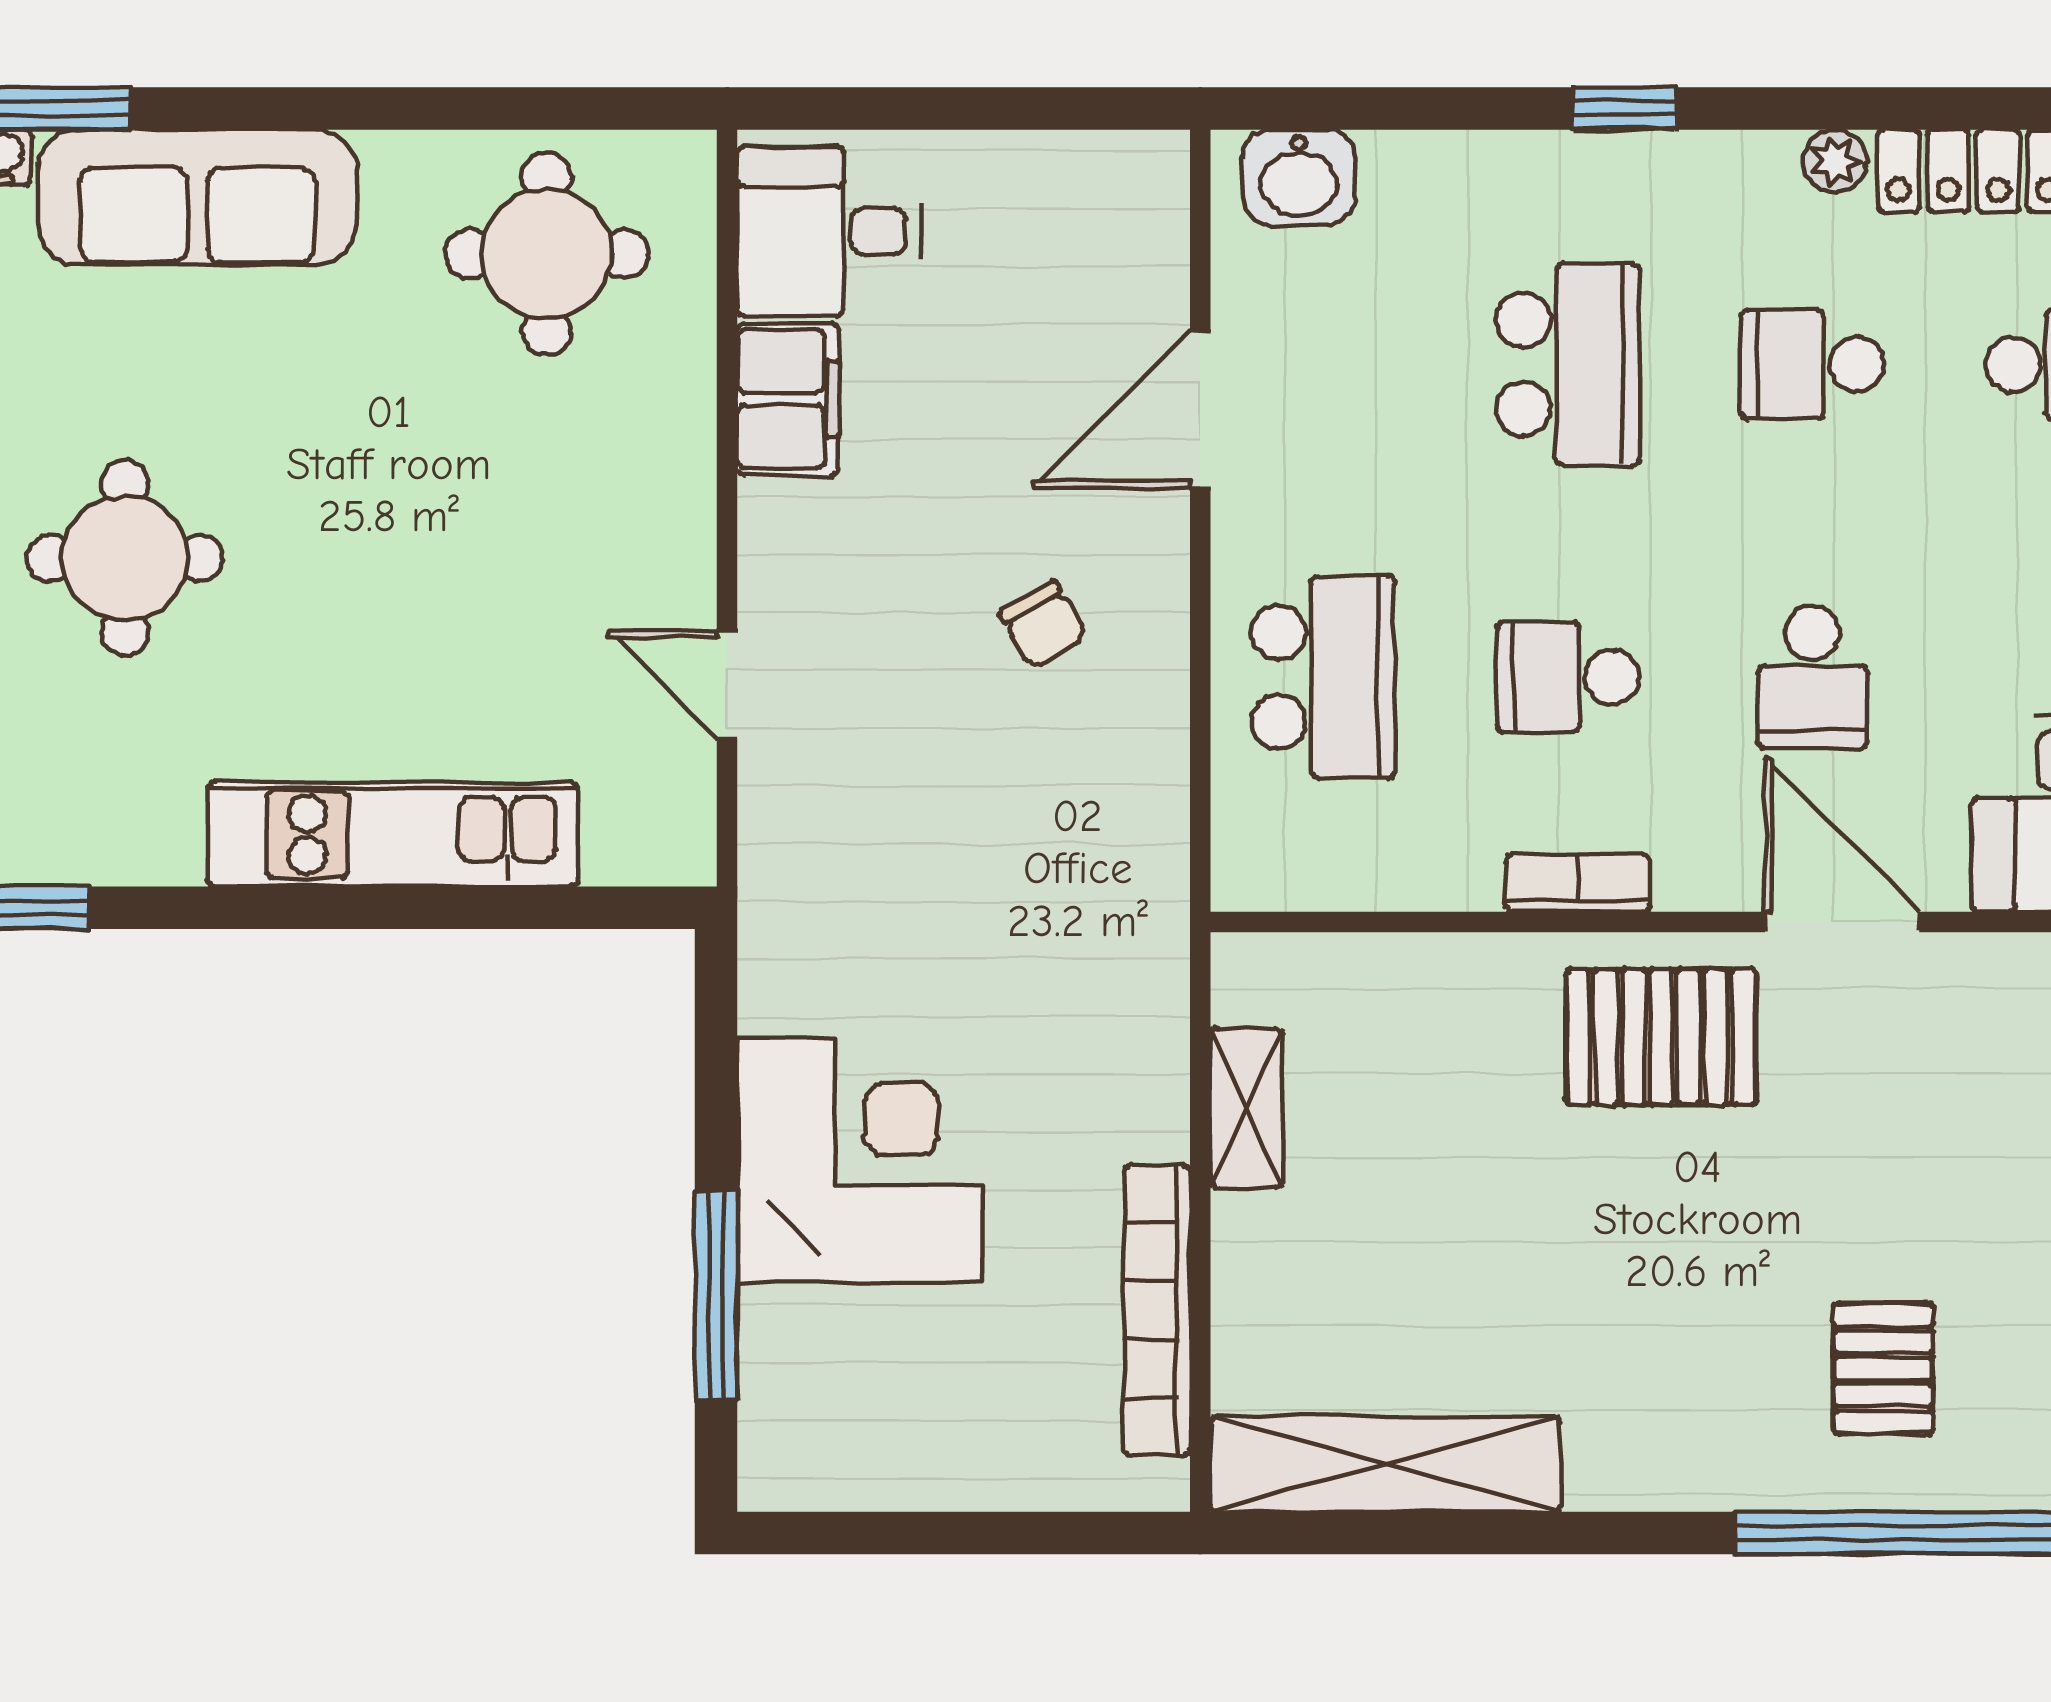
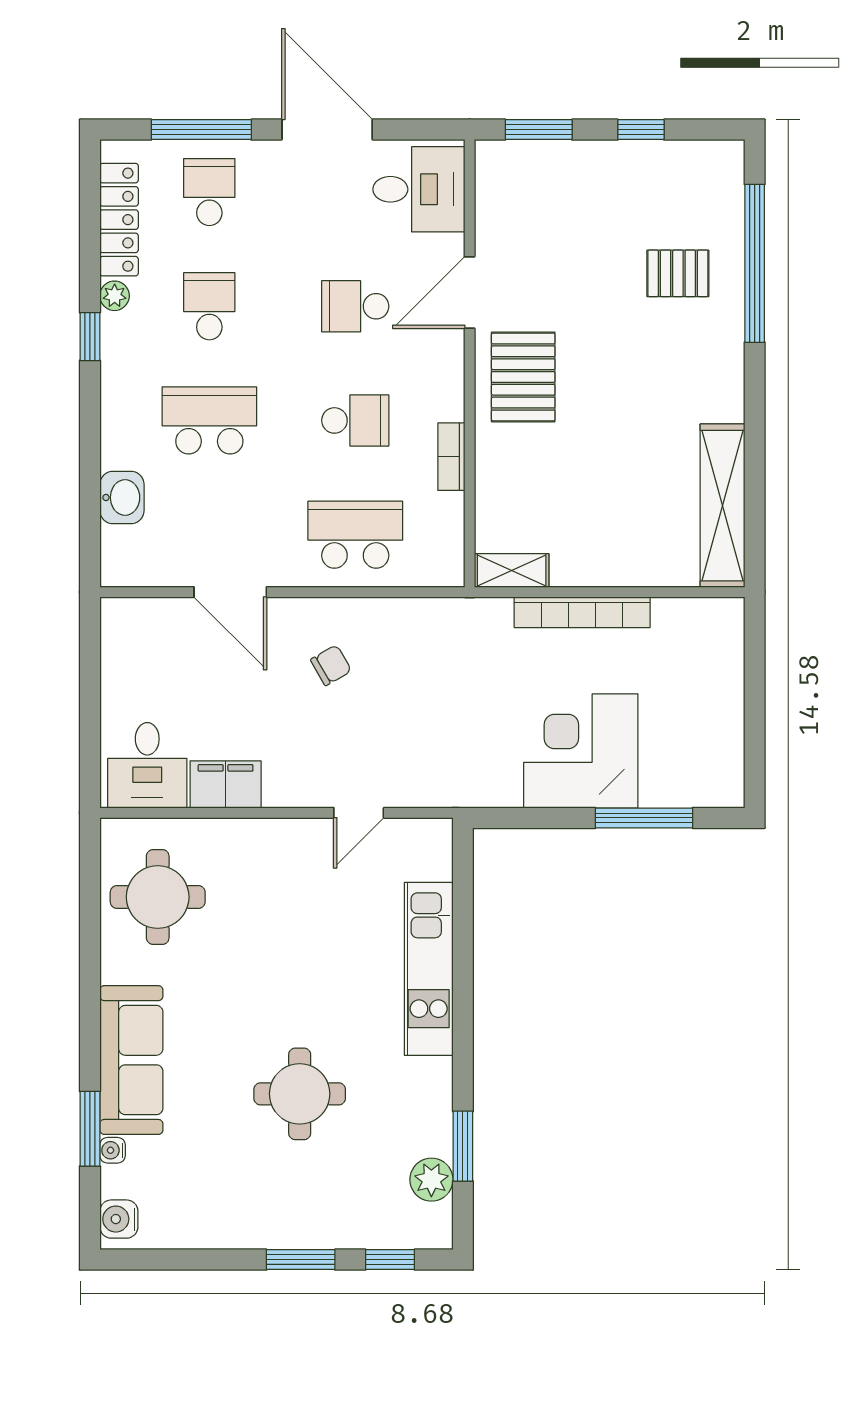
window: (1624, 108) -> (90, 337), moved
washbasin: (1299, 177) -> (122, 497), moved
school desk: (1813, 364) -> (209, 306), turned 180
school desk: (1568, 677) -> (355, 420), turned -90
school desk: (1813, 677) -> (355, 306), turned 180
bookcase: (1578, 883) -> (451, 457), moved
shelving: (1246, 1108) -> (512, 571), moved
bookcase: (1157, 1311) -> (582, 612), moved

